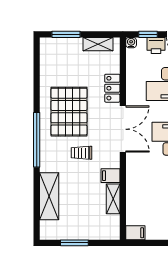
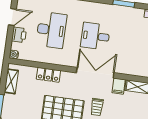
window: (148, 34) -> (9, 40), removed
double door: (123, 129) -> (95, 73), moved

